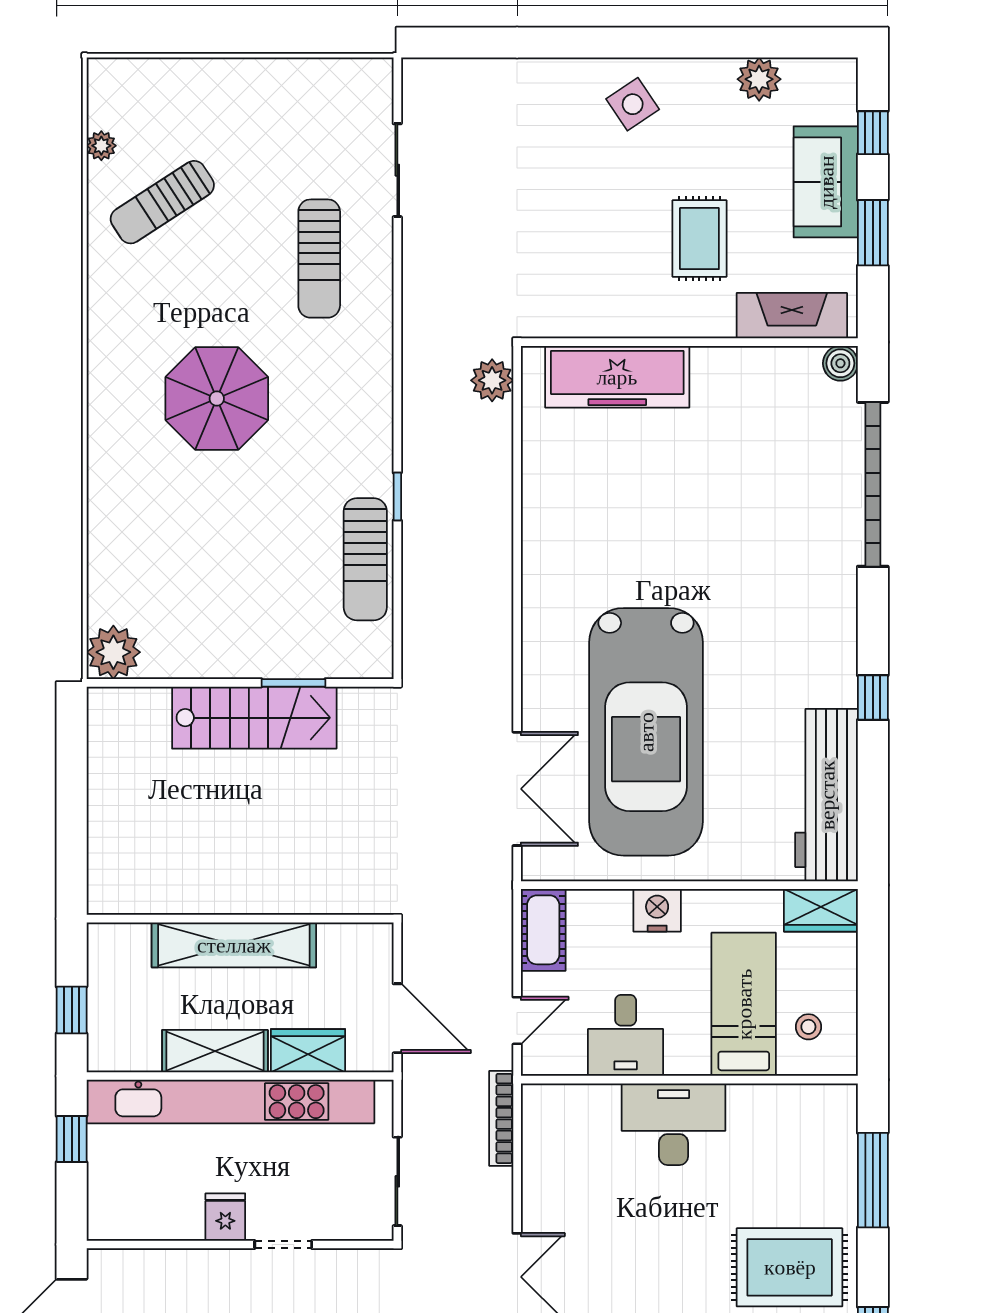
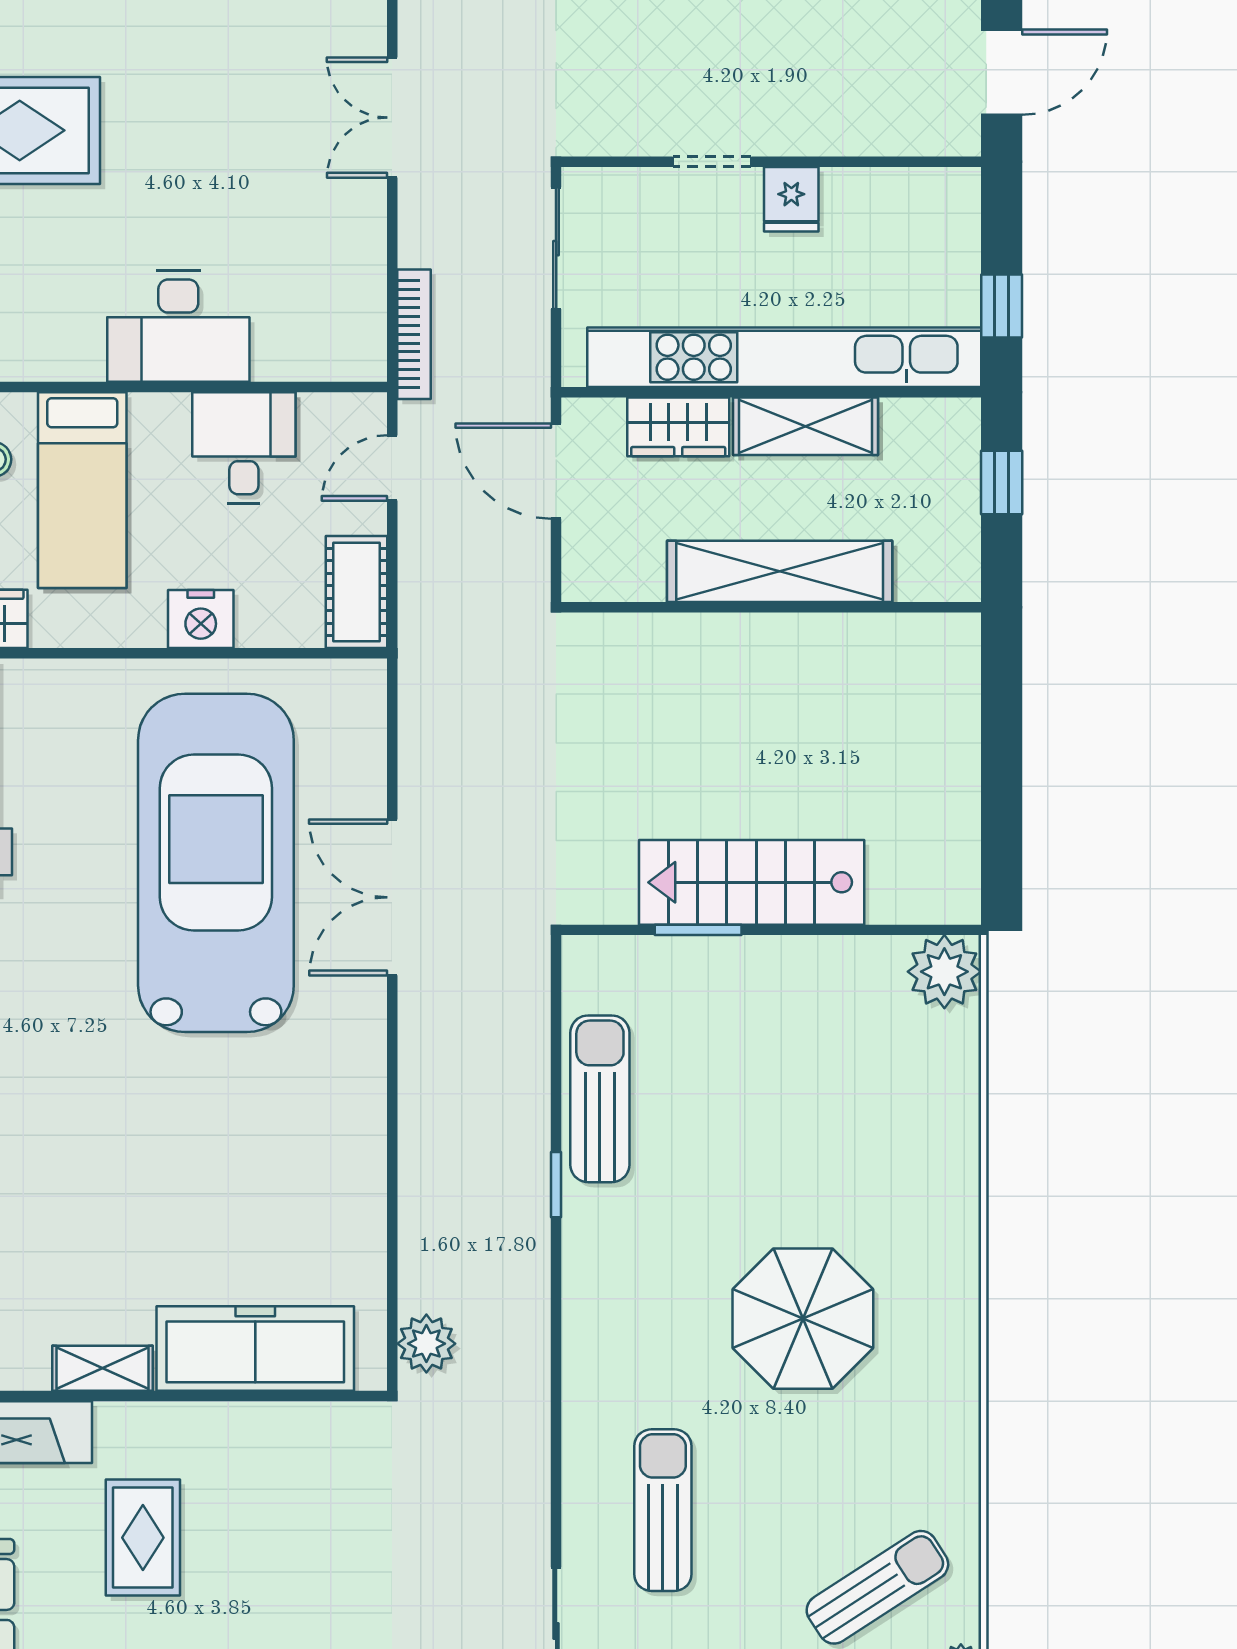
shelving: (729, 362) -> (102, 1368), added
double door: (517, 789) -> (392, 897), moved

